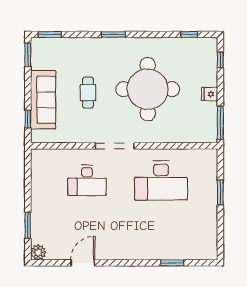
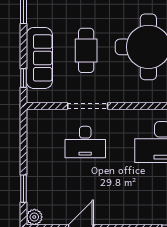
cafe table: (88, 93) -> (86, 50), width x1.37, depth x1.35
doorway: (115, 146) -> (88, 106), moved

